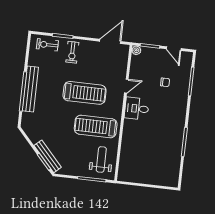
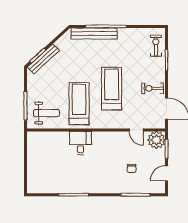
plant: (136, 50) -> (156, 140), width x1.87, depth x1.87
exercise bike: (72, 52) -> (153, 88), moved
door: (126, 86) -> (136, 130), moved
bench: (30, 89) -> (94, 33), moved
treadmill: (85, 93) -> (112, 89), turned 180
desk: (137, 109) -> (80, 143), moved

